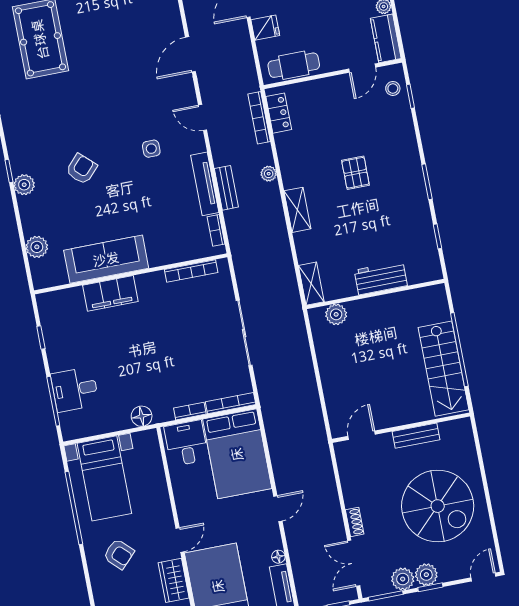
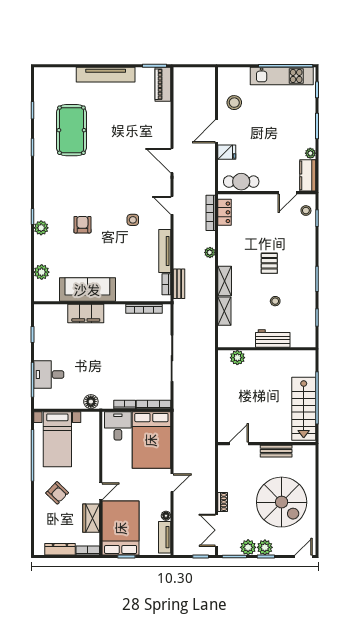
door: (190, 54) -> (172, 161), hinge flipped
armchair: (82, 169) -> (82, 225), turned -43
bench: (226, 188) -> (179, 284), moved
stool: (374, 224) -> (275, 301), added
shelving: (311, 284) -> (224, 311), moved

